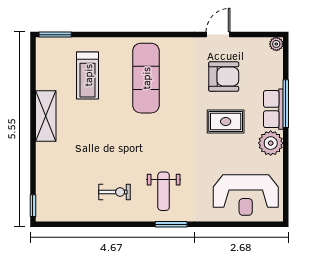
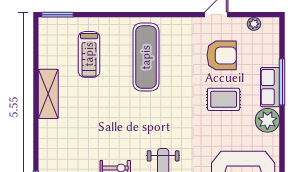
plant: (276, 44) -> (254, 24), moved

